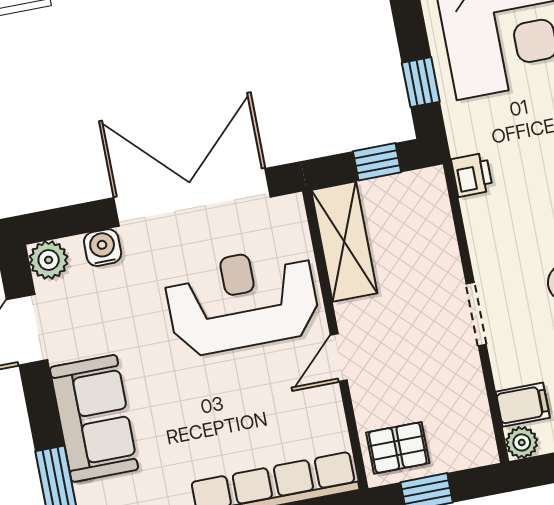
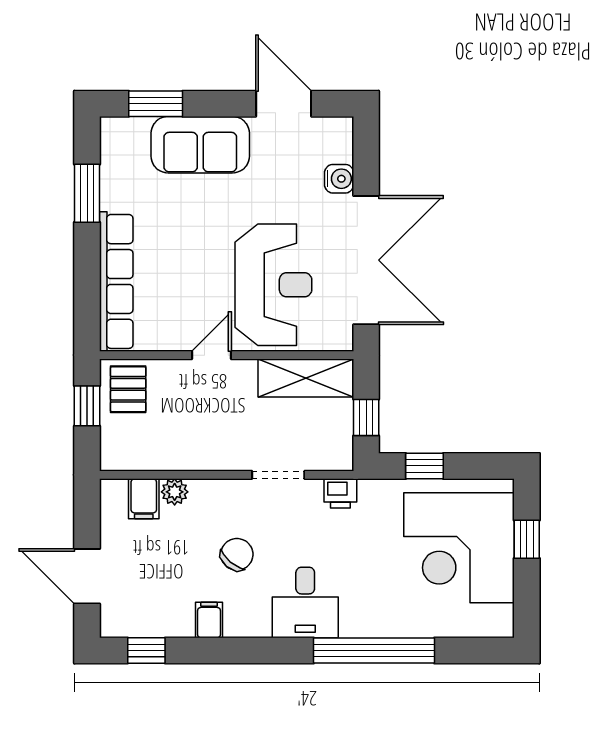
plant: (49, 260) -> (337, 132), removed
doorway: (476, 314) -> (278, 475), moved
door: (339, 358) -> (211, 355), hinge flipped
plant: (522, 442) -> (175, 492), moved

